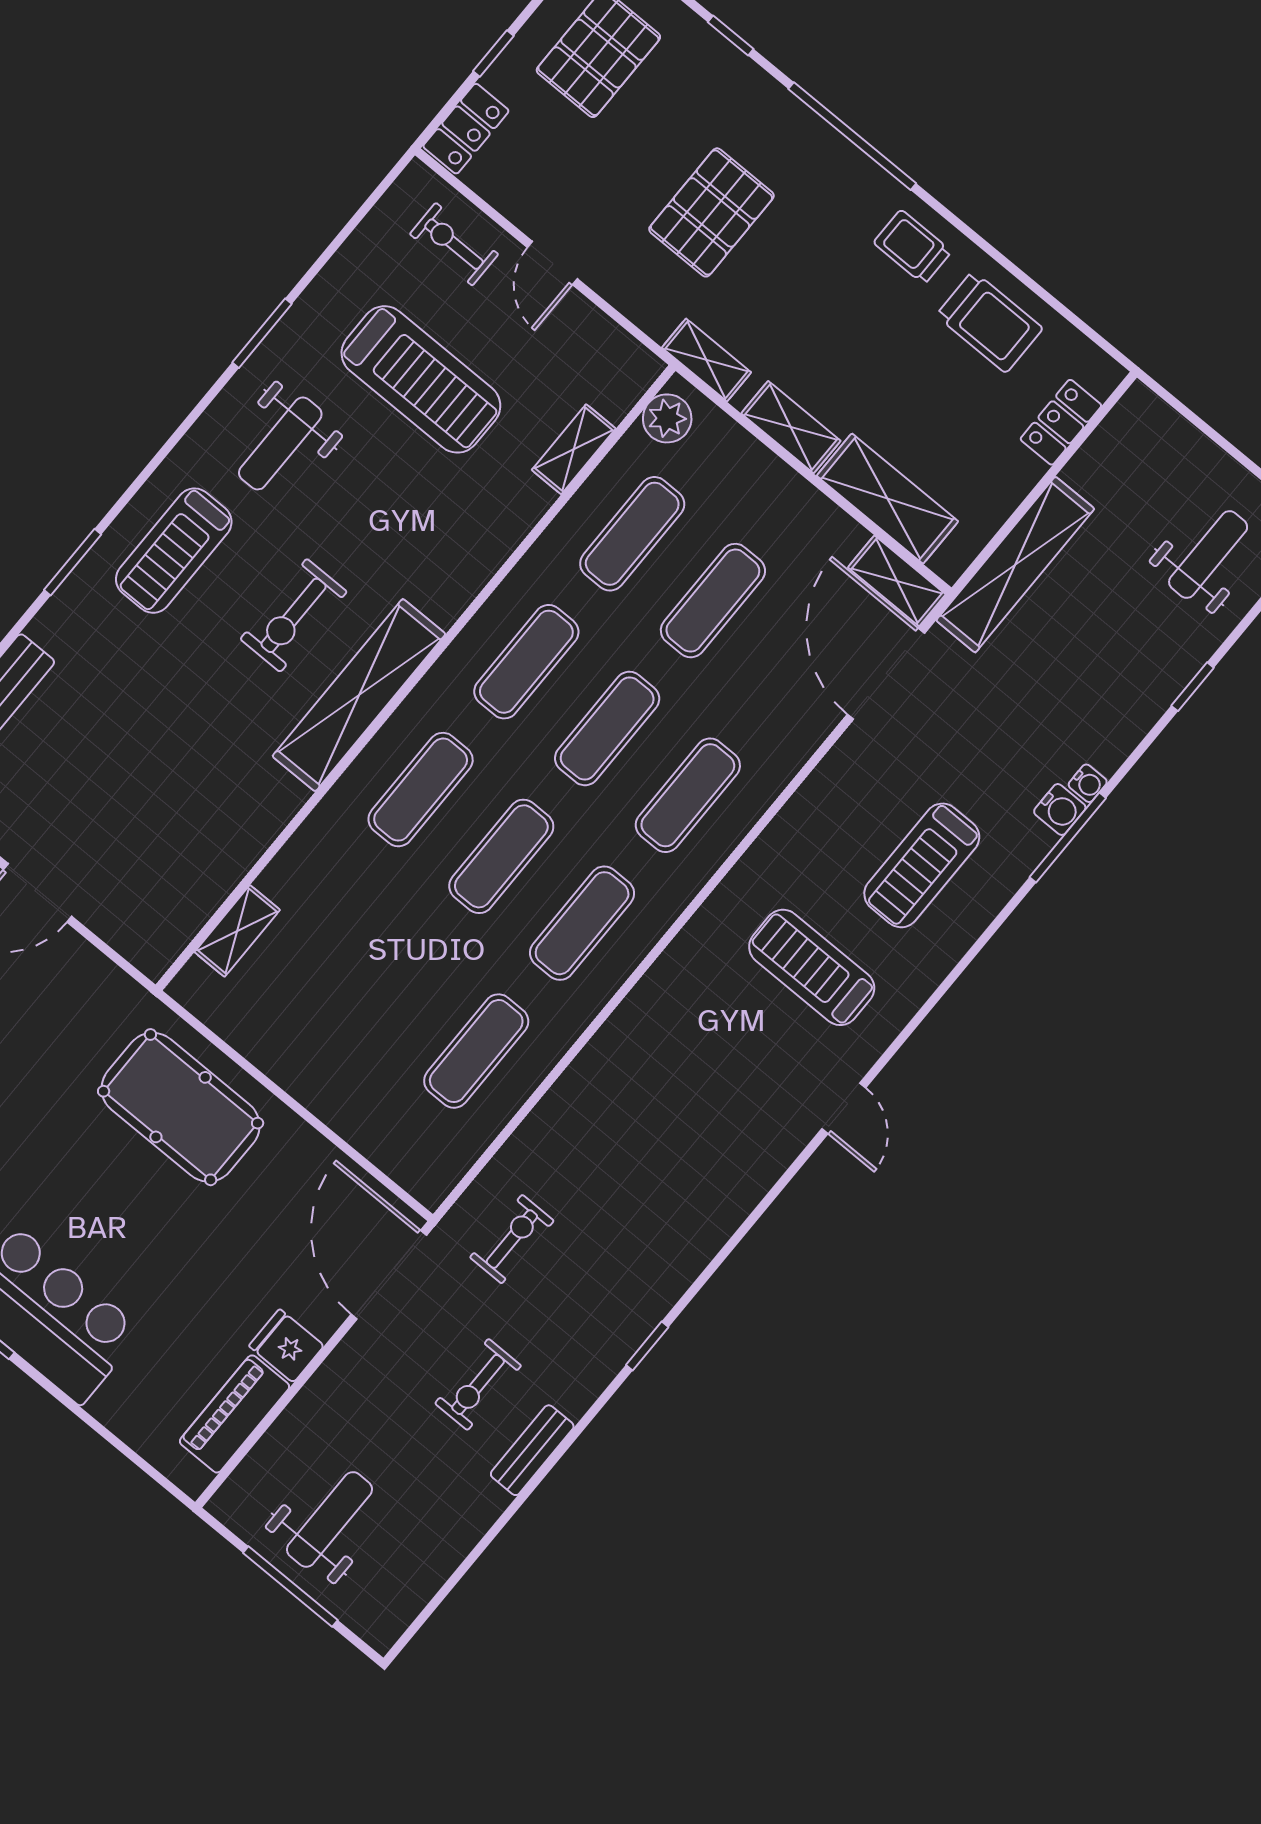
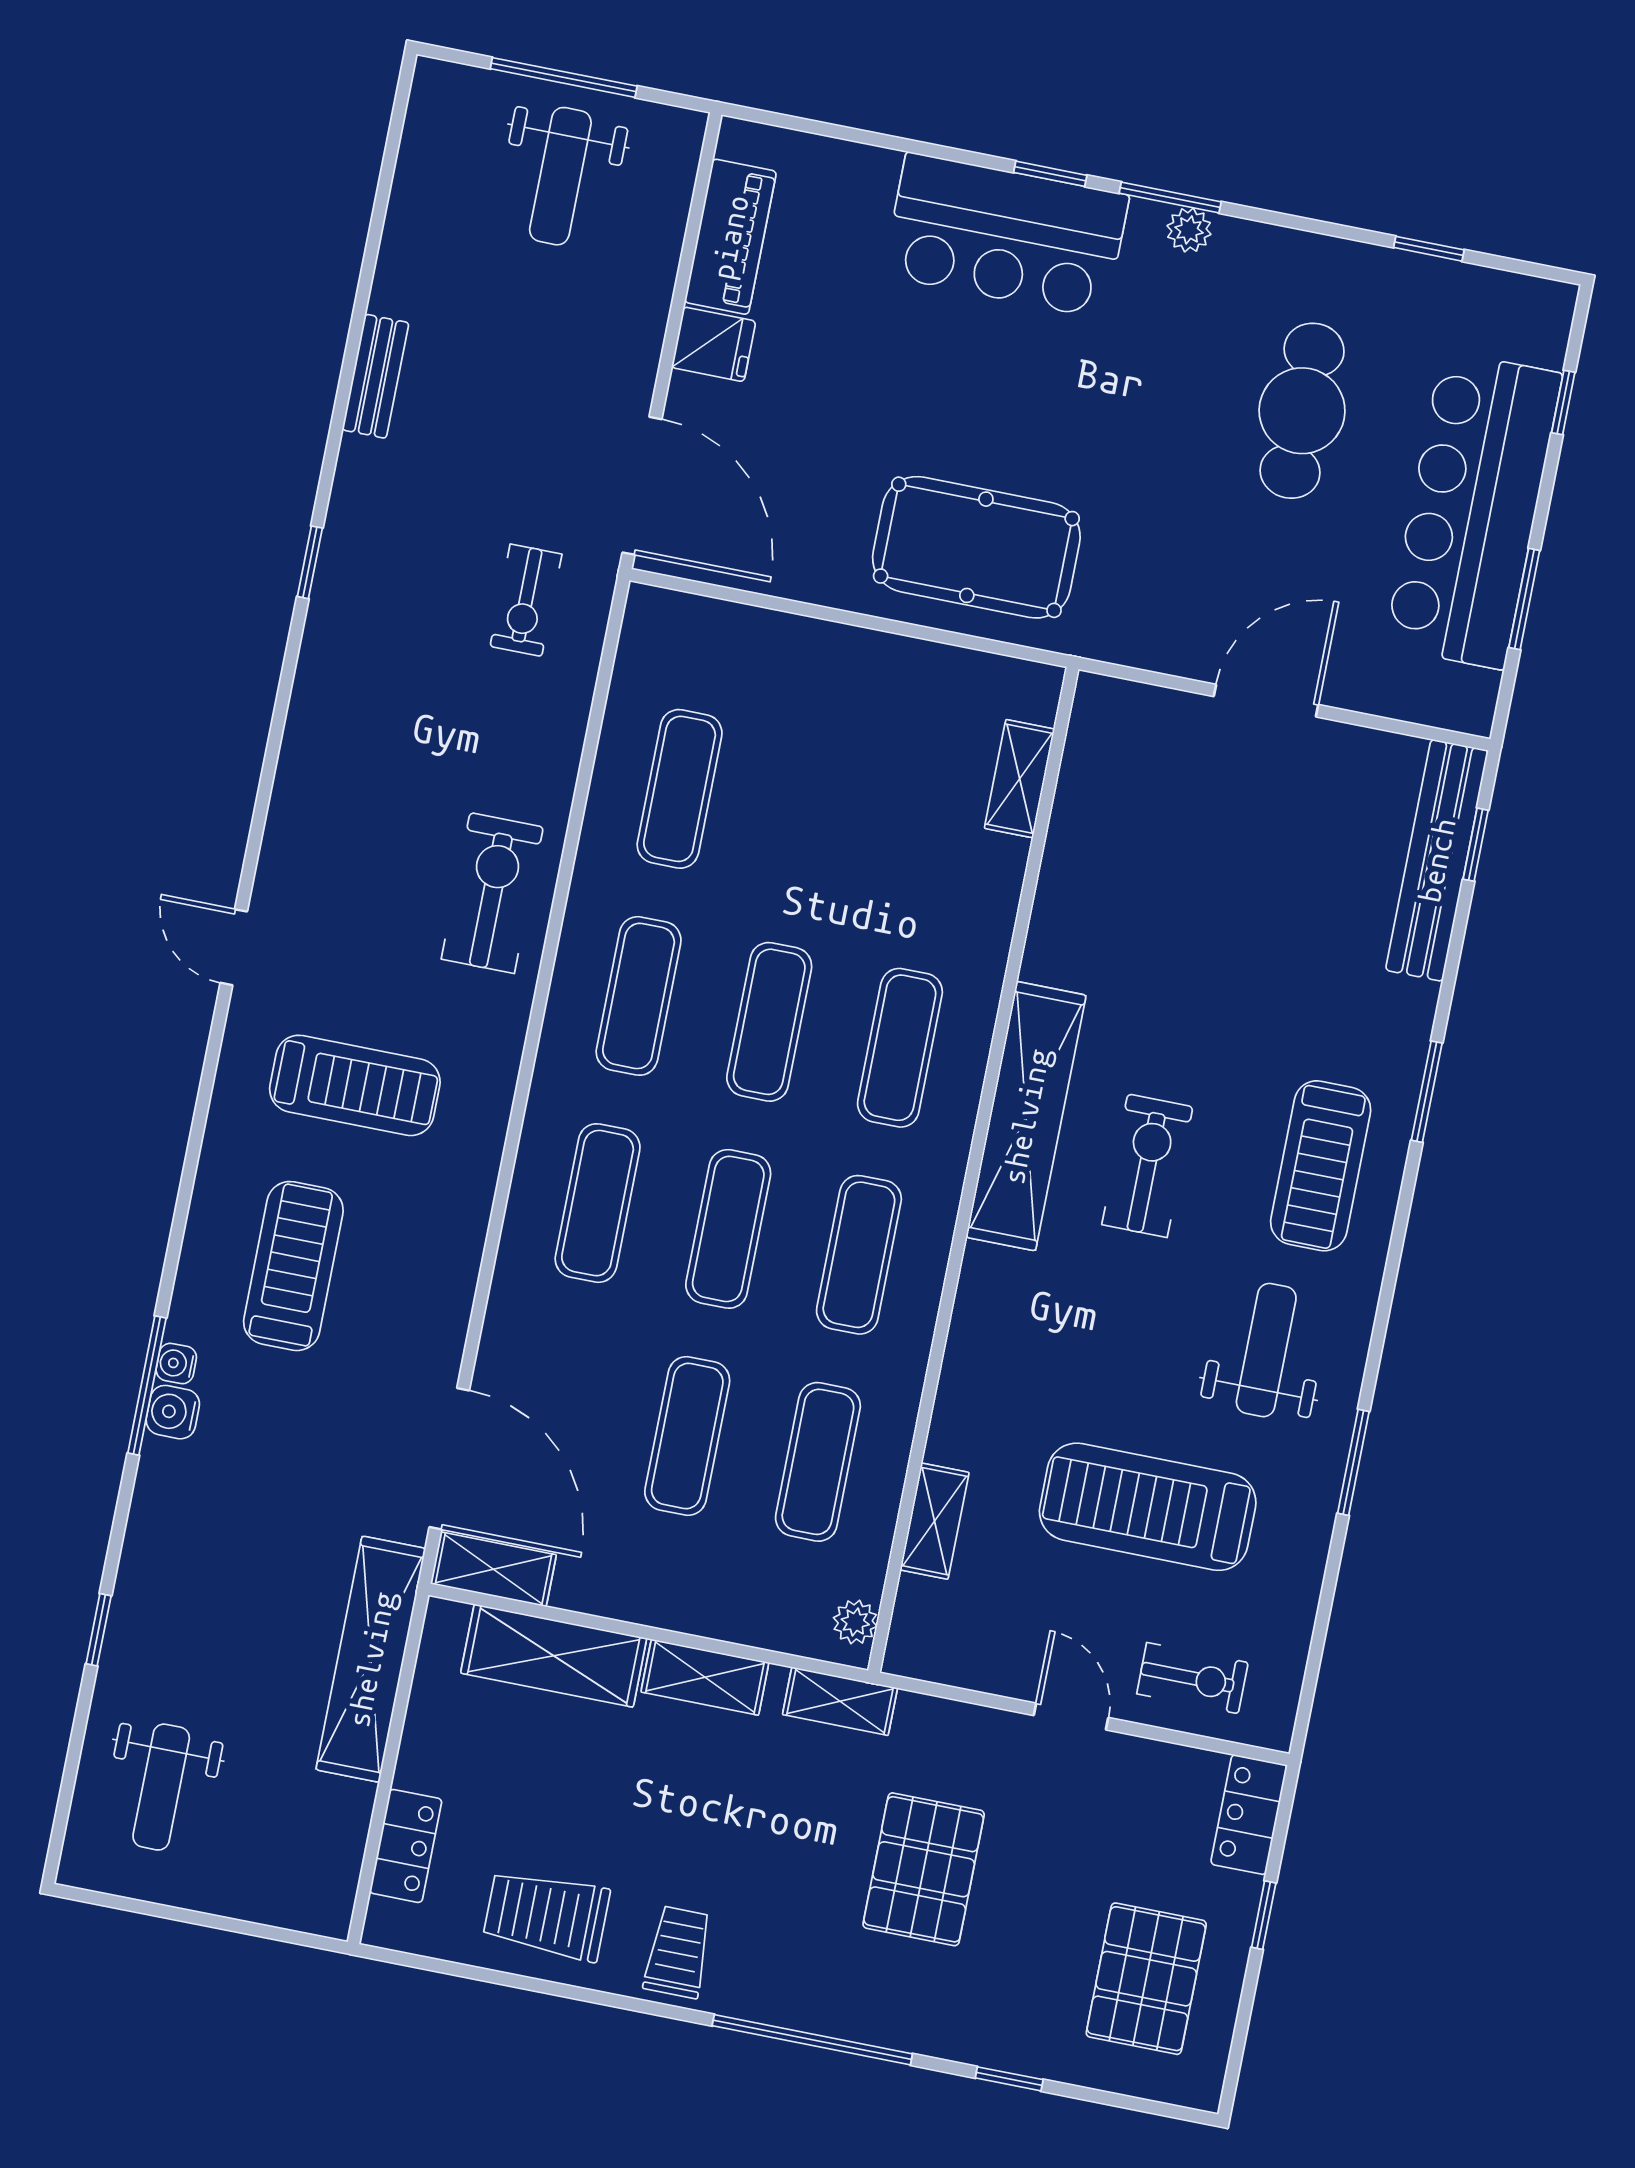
trolley: (912, 247) -> (678, 1952), turned -90
plant: (667, 418) -> (855, 1622), width x0.73, depth x0.73
treadmill: (174, 551) -> (1321, 1166), turned 180
water cooler: (1088, 783) -> (176, 1364), moved
exercise bike: (478, 1385) -> (492, 893), moved, width x1.38, depth x1.39

